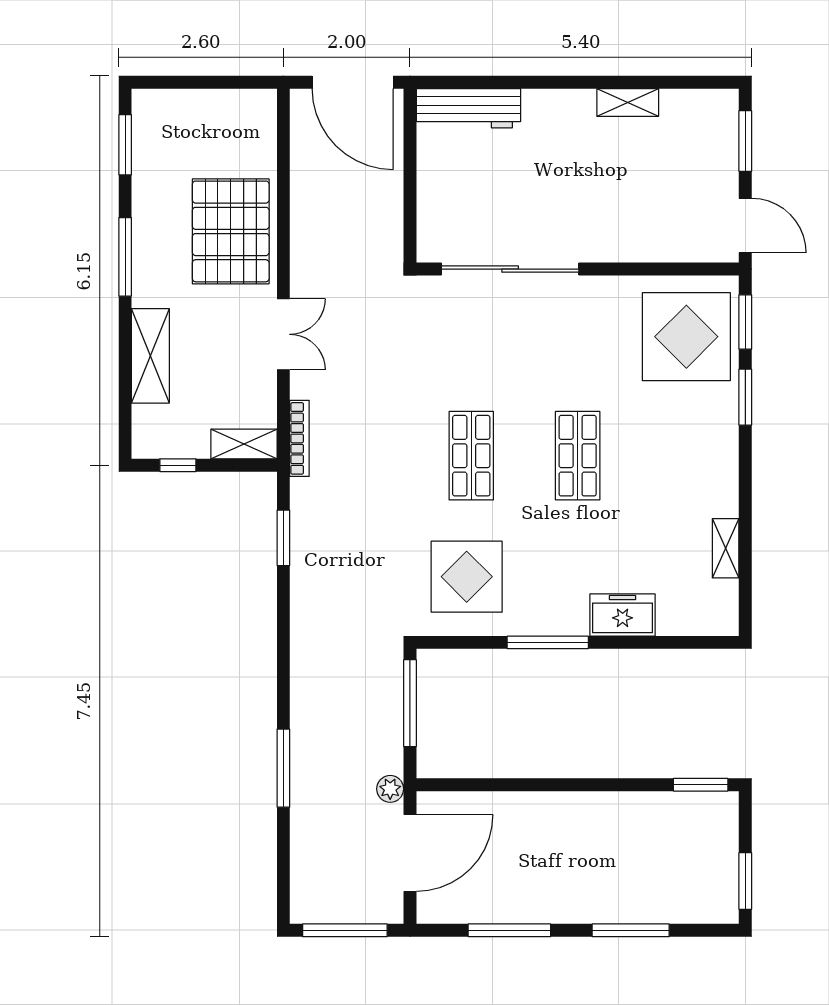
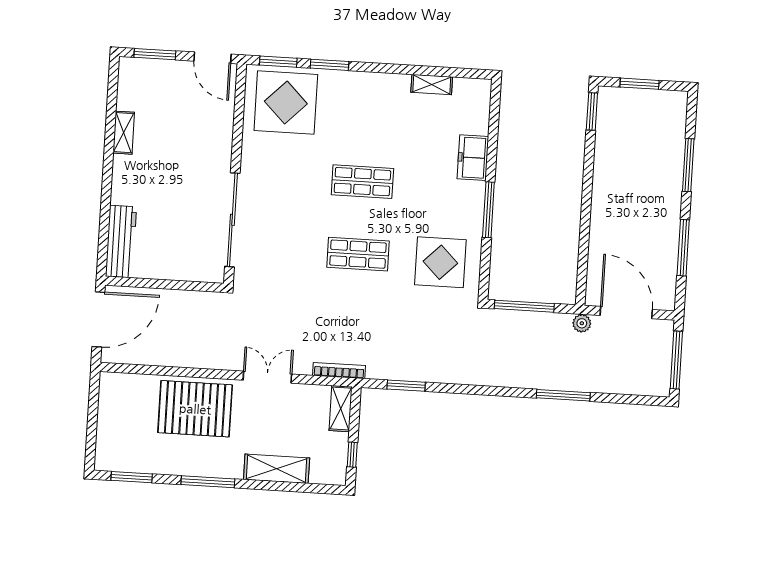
door: (745, 226) -> (213, 58), swing flipped
window: (745, 881) -> (639, 84), moved

